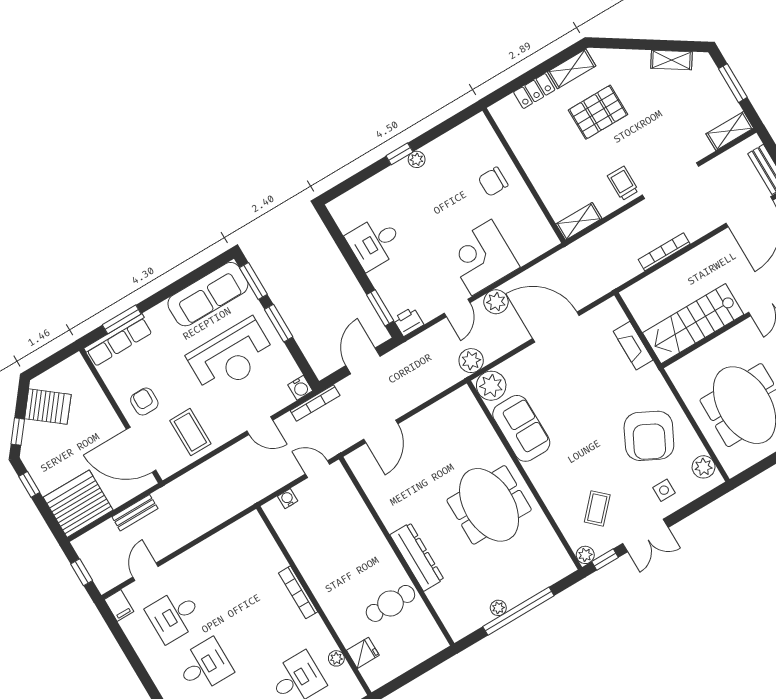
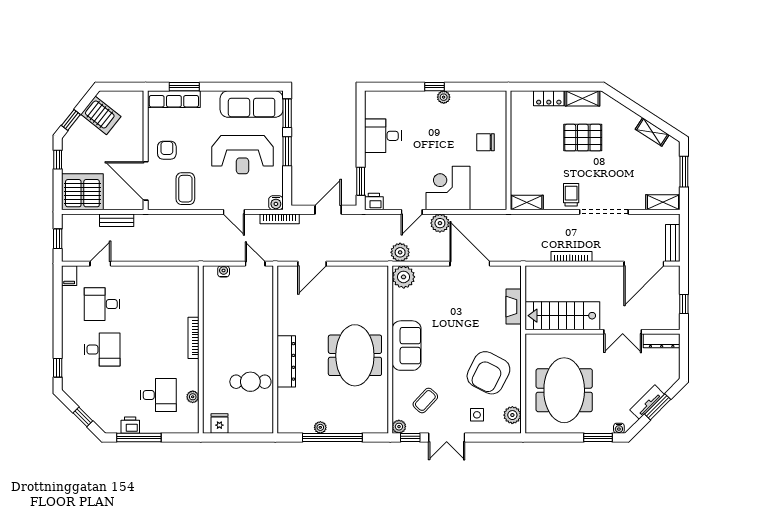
sofa: (521, 428) -> (407, 346), moved
fridge: (363, 653) -> (219, 424), moved, turned -90

